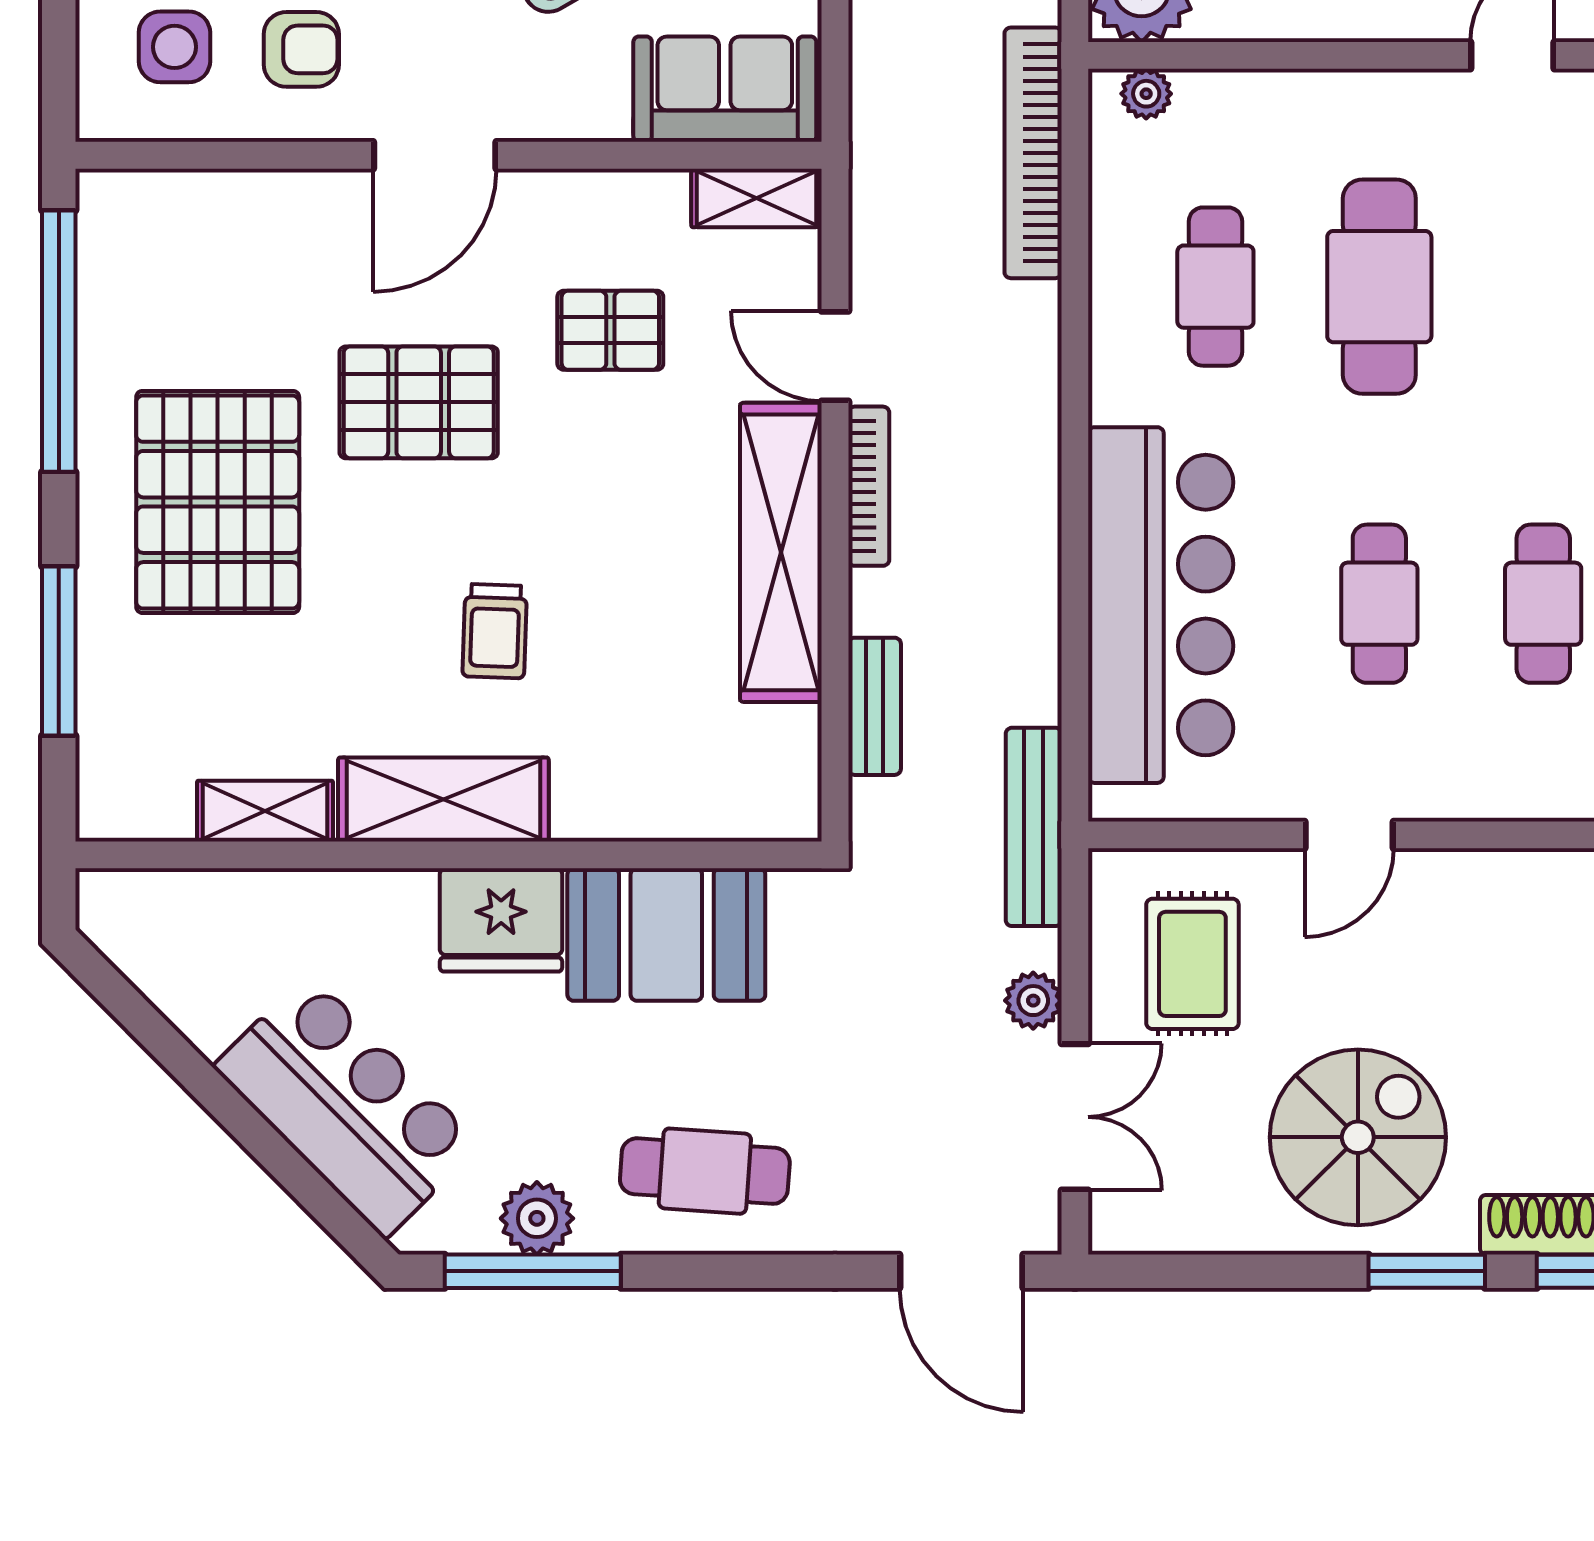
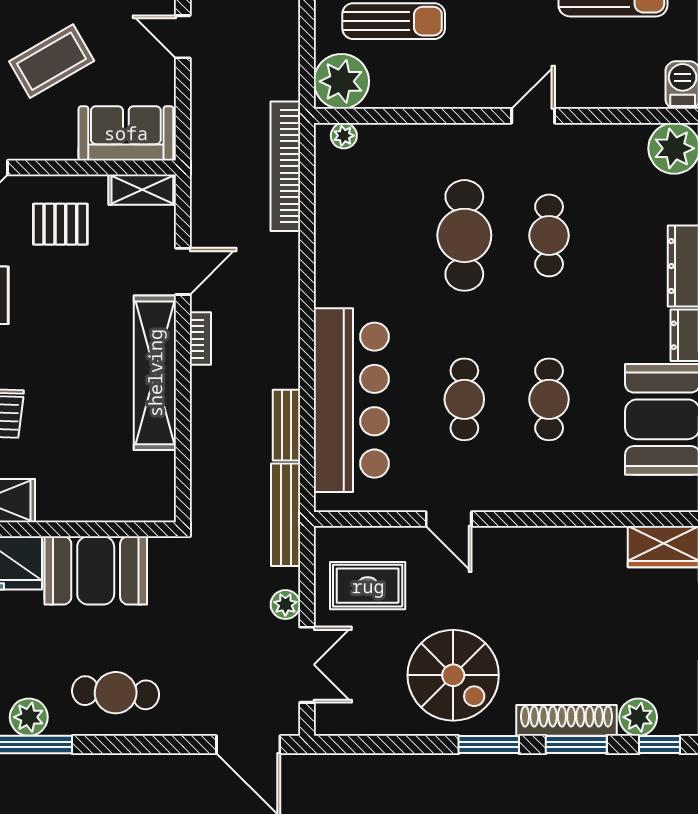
cafe table: (1215, 287) -> (549, 235), moved
pallet: (610, 330) -> (60, 224), moved
door: (835, 356) -> (183, 271), swing flipped
bookcase: (869, 486) -> (200, 339), width x0.64
bench: (875, 706) -> (286, 425), moved
door: (1349, 835) -> (449, 519), hinge flipped
rug: (1192, 964) -> (368, 586), turned 90
spiral stairs: (1358, 1137) -> (453, 675), turned 90

